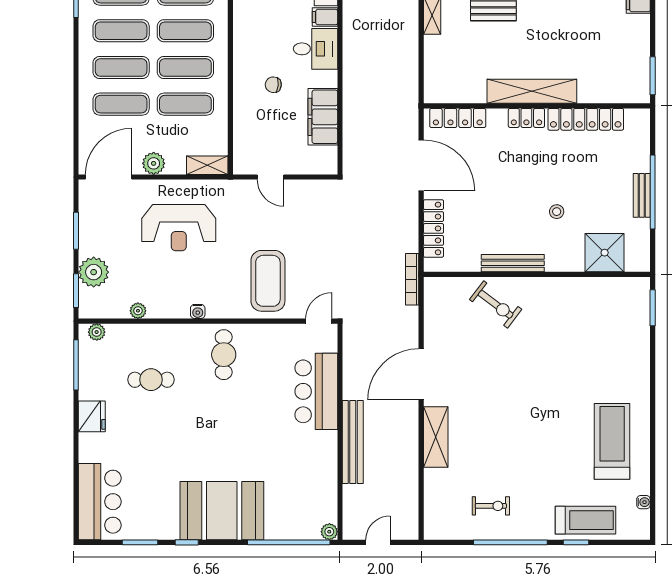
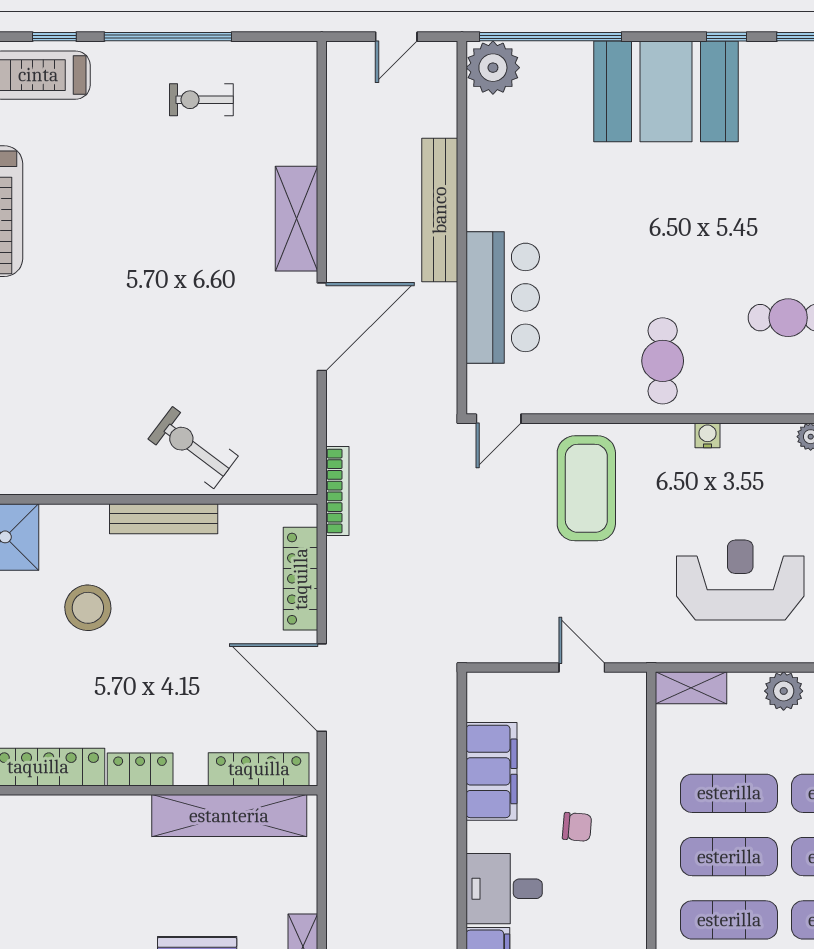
shelving: (532, 91) -> (229, 816), moved
stool: (557, 212) -> (88, 608), width x1.89, depth x1.89
plant: (329, 532) -> (493, 68), width x1.87, depth x1.87

